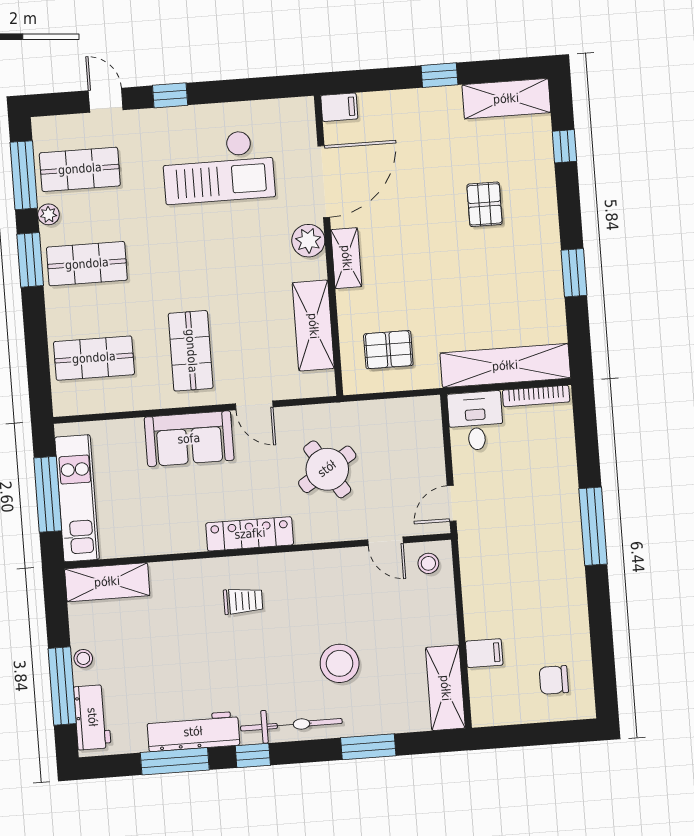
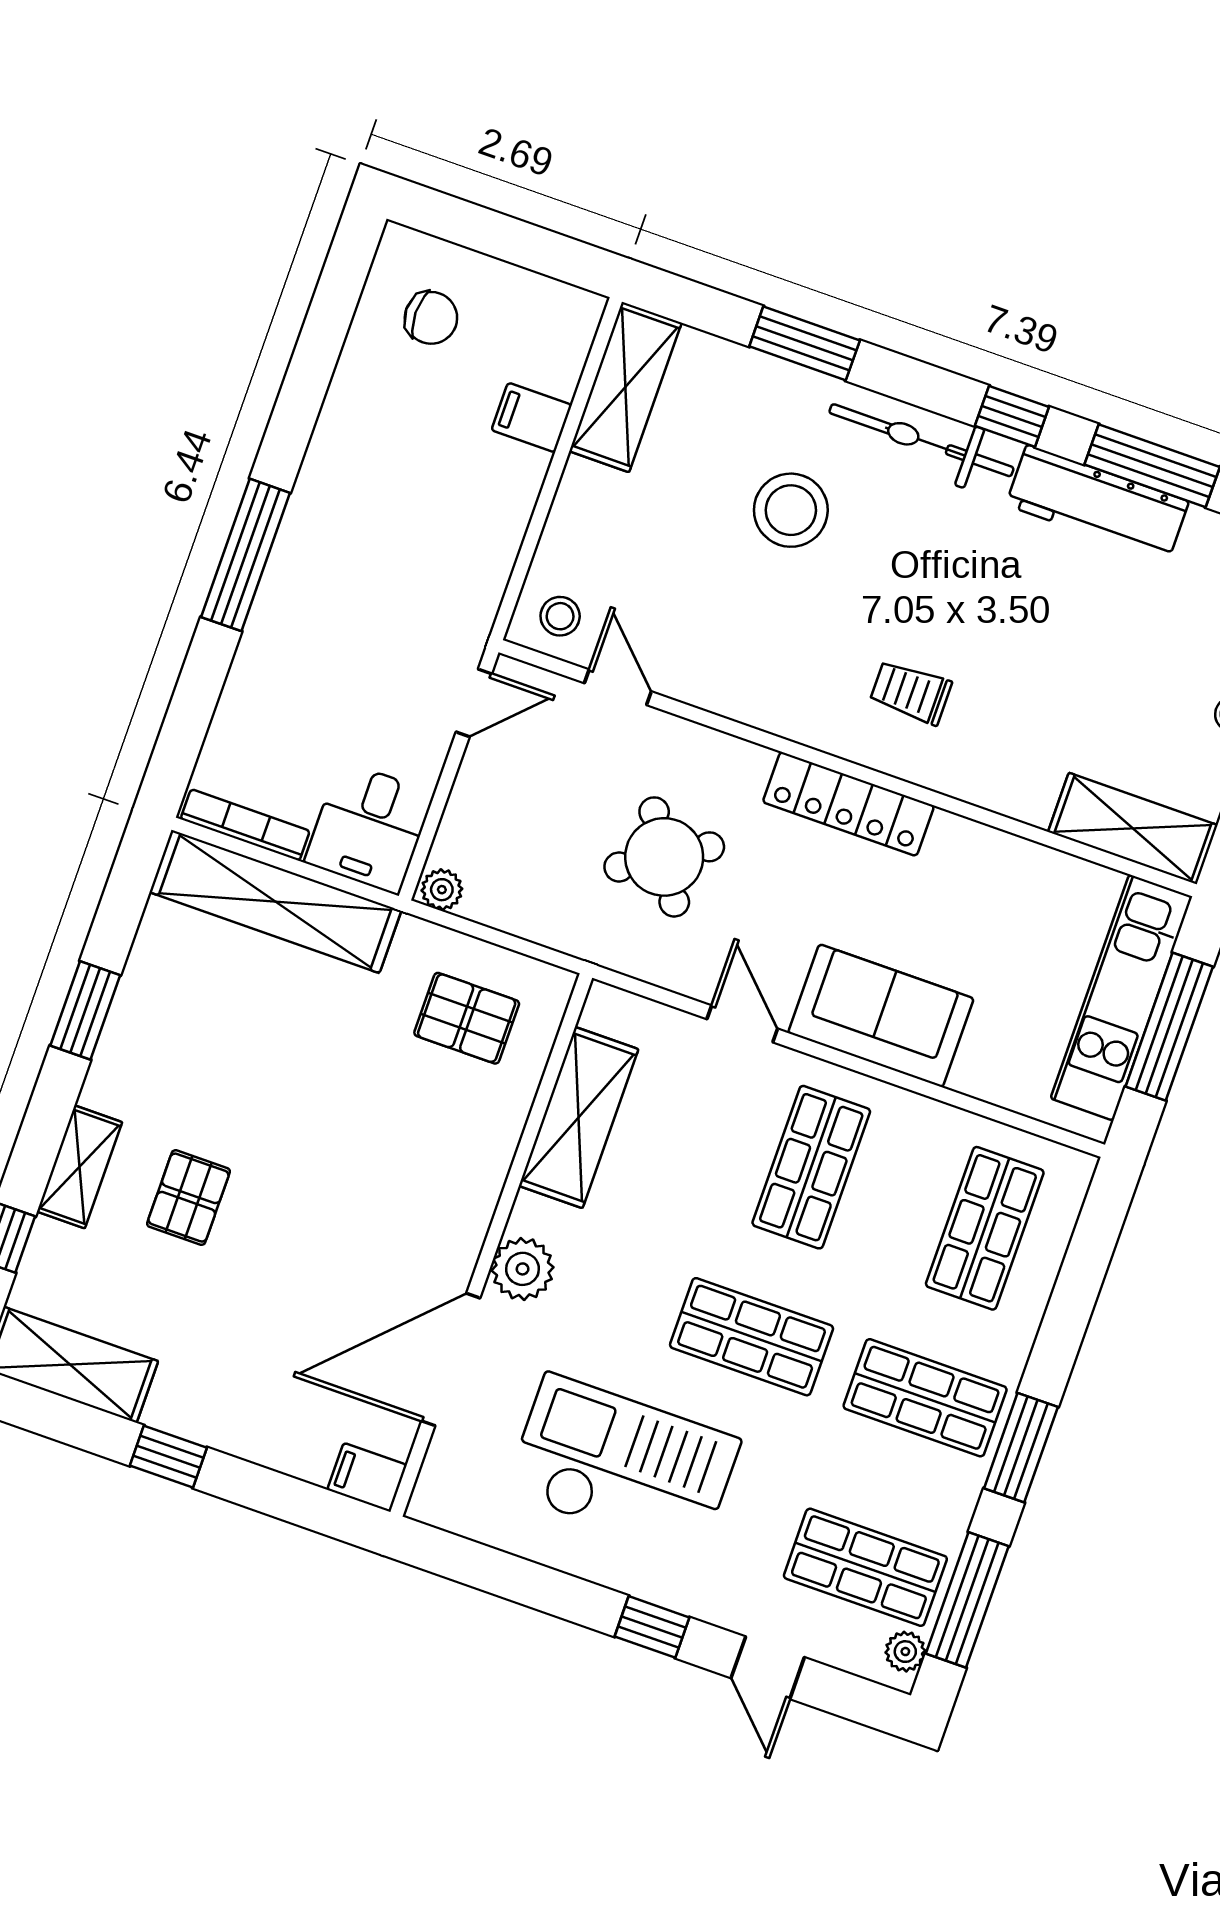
plant: (49, 214) -> (905, 1652), moved
shop shelf: (184, 256) -> (752, 1337), added
shelving: (346, 258) -> (80, 1167), moved
shop shelf: (94, 358) -> (985, 1228), turned 90
plant: (428, 406) -> (442, 890), added

